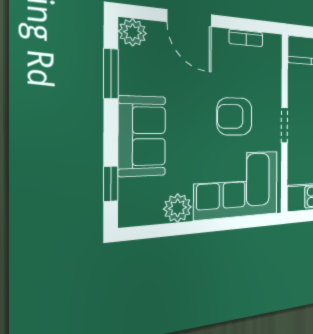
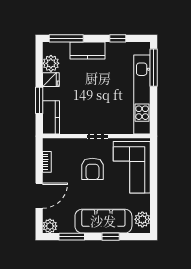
sofa: (142, 136) -> (103, 221), width x1.36
window: (111, 184) -> (111, 237), moved
plant: (178, 208) -> (142, 219), moved

